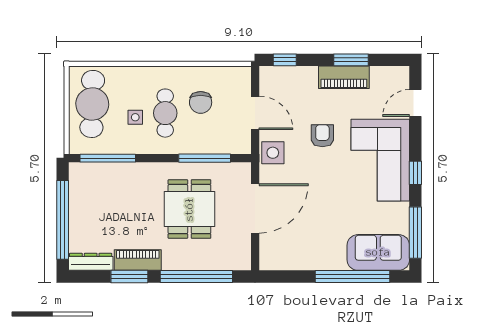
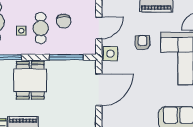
door: (255, 113) -> (99, 28), hinge flipped
dining table: (189, 209) -> (30, 80), moved

